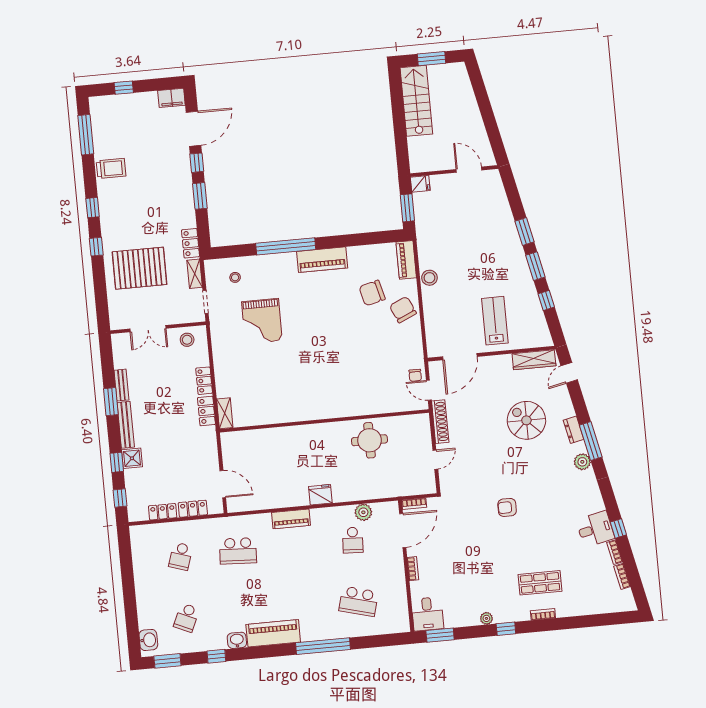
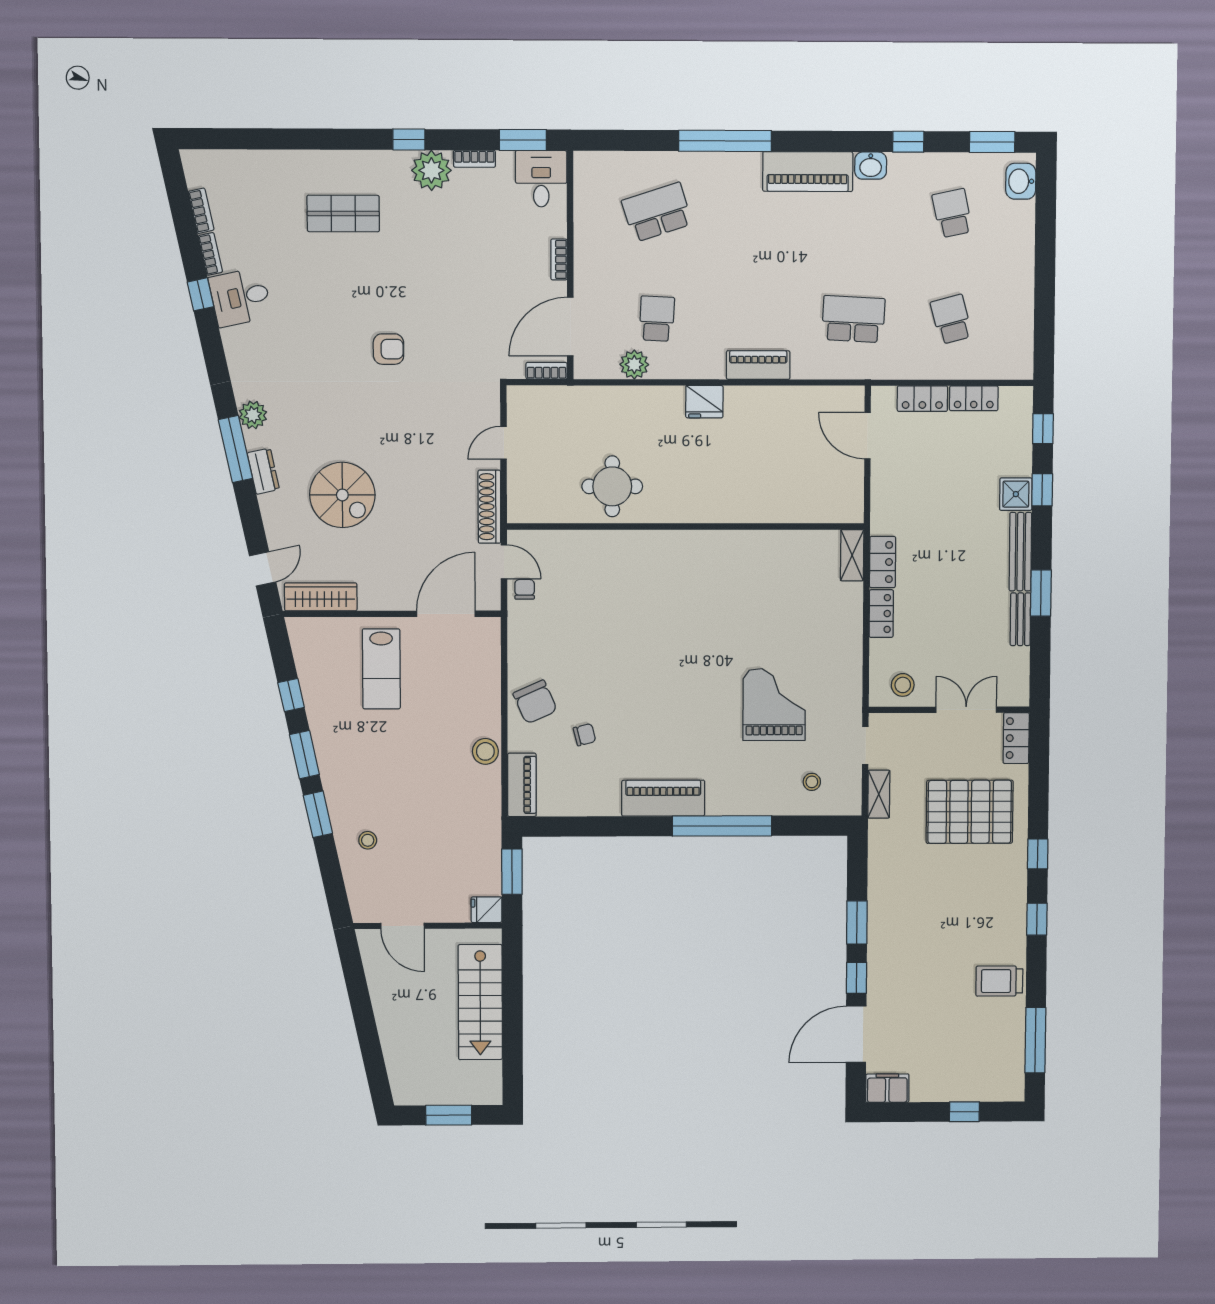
stairs: (416, 101) -> (480, 1002), moved
stool: (494, 219) -> (368, 840), added
locker: (191, 243) -> (1016, 738), moved, turned 180
chair: (372, 293) -> (584, 735), width x0.54, depth x0.54
school desk: (181, 556) -> (951, 319), turned -33
school desk: (359, 601) -> (657, 212), turned -33
bookcase: (543, 614) -> (474, 159), moved
school desk: (186, 618) -> (952, 213), turned -36
plant: (486, 618) -> (431, 170), width x1.87, depth x1.87

